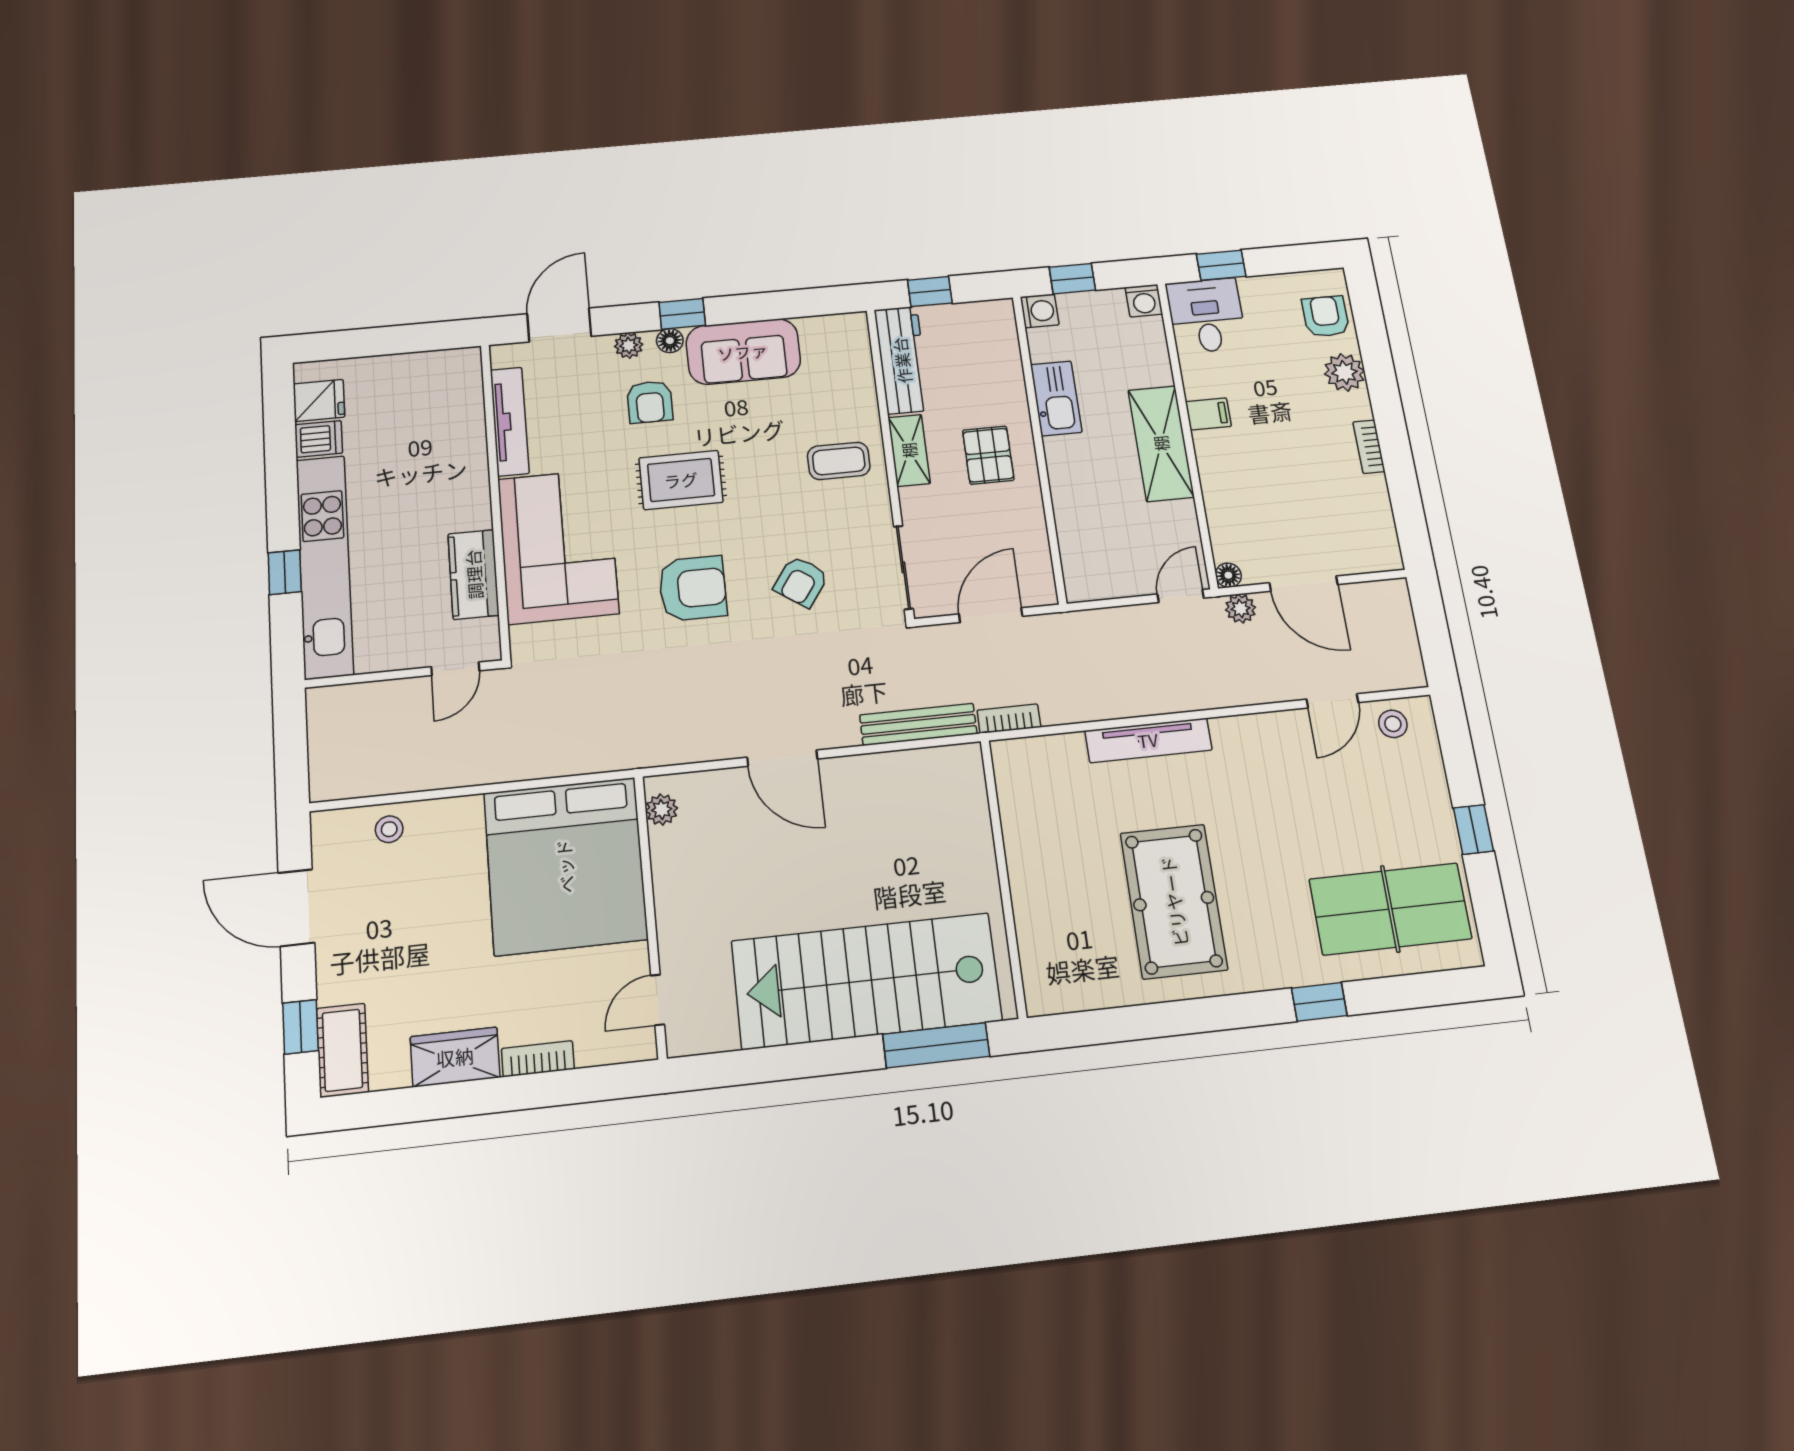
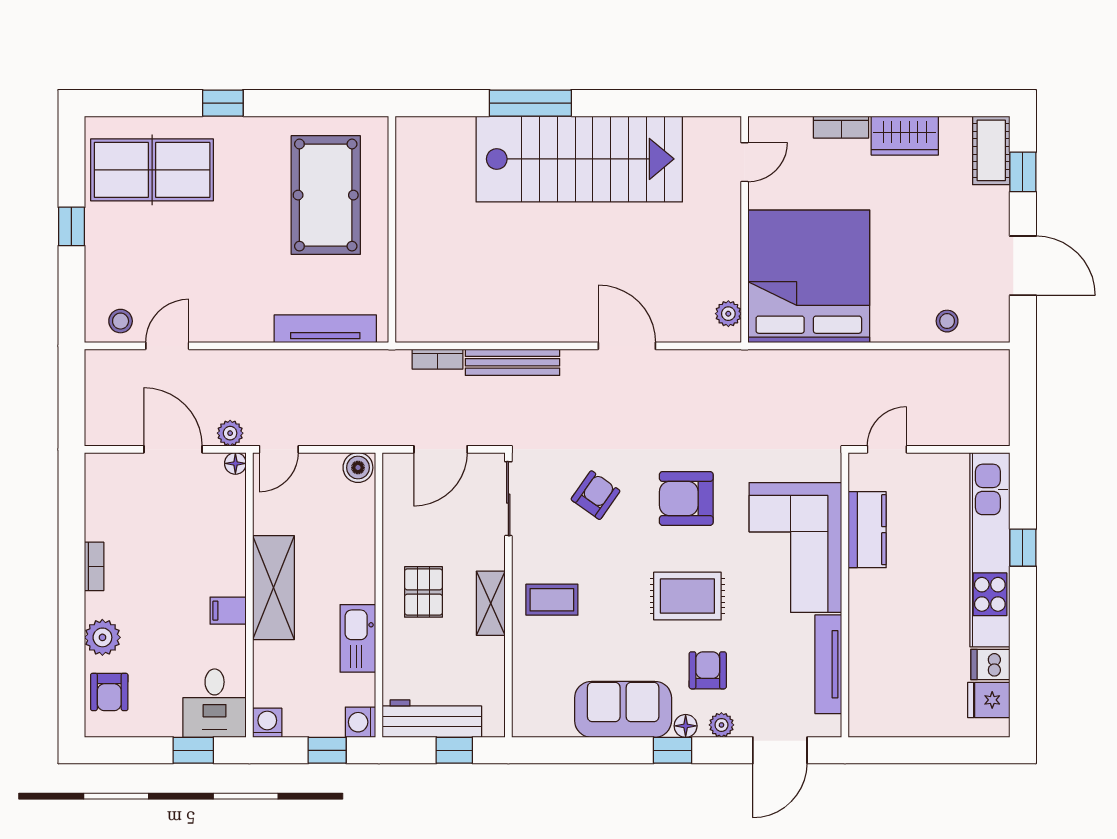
workbench: (902, 360) -> (432, 719), moved, turned 90
boiler: (1085, 585) -> (358, 468), added
wall: (1003, 877) -> (392, 229), moved

